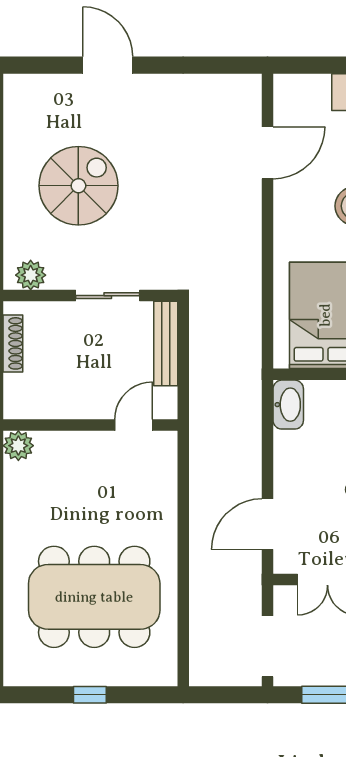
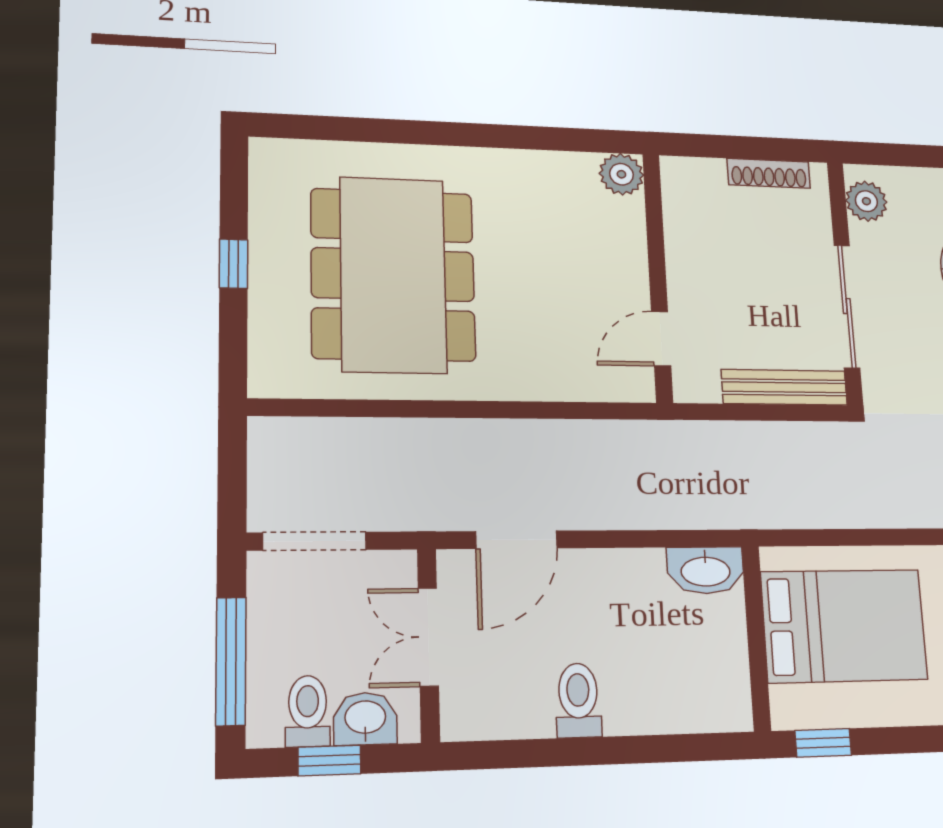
sliding door: (108, 296) -> (847, 306), width x1.37
door: (134, 425) -> (661, 339), swing flipped
door: (268, 524) -> (516, 540), swing flipped

